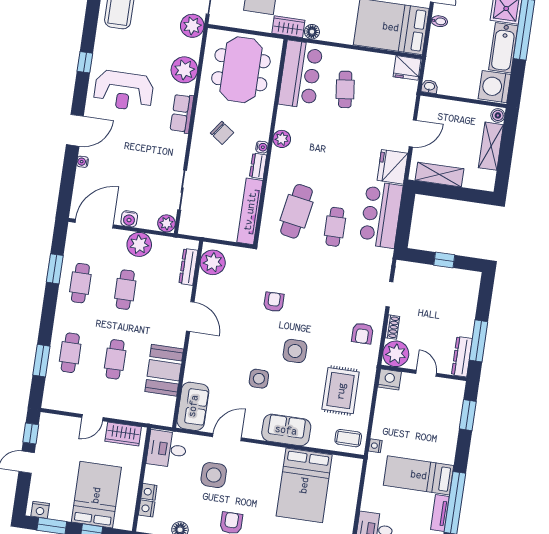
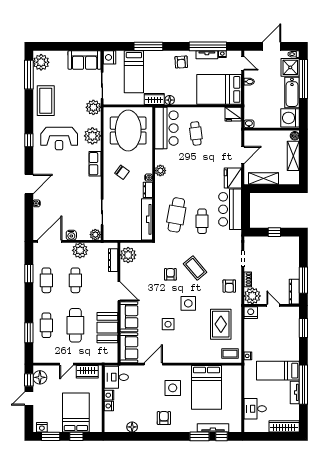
reception desk: (124, 91) -> (59, 139), moved
coffee table: (313, 298) -> (195, 268), added
cafe table: (115, 359) -> (75, 325), width x1.37, depth x1.35
sofa: (286, 430) -> (129, 317), moved, turned 90
floor lamp: (48, 432) -> (40, 377), added
side table: (214, 475) -> (173, 388), moved
nightstand: (147, 508) -> (109, 395), moved

